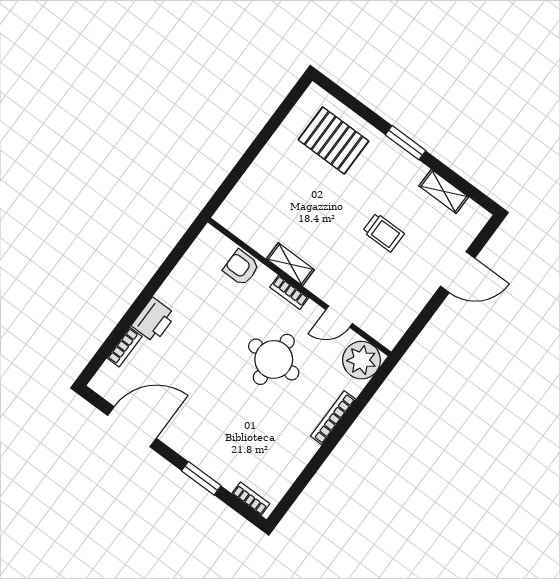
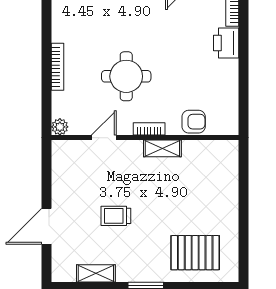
plant: (361, 360) -> (60, 127), width x0.53, depth x0.53

